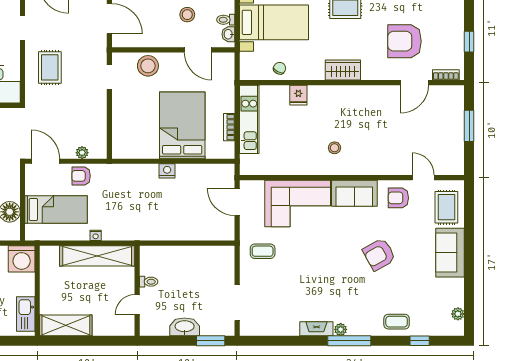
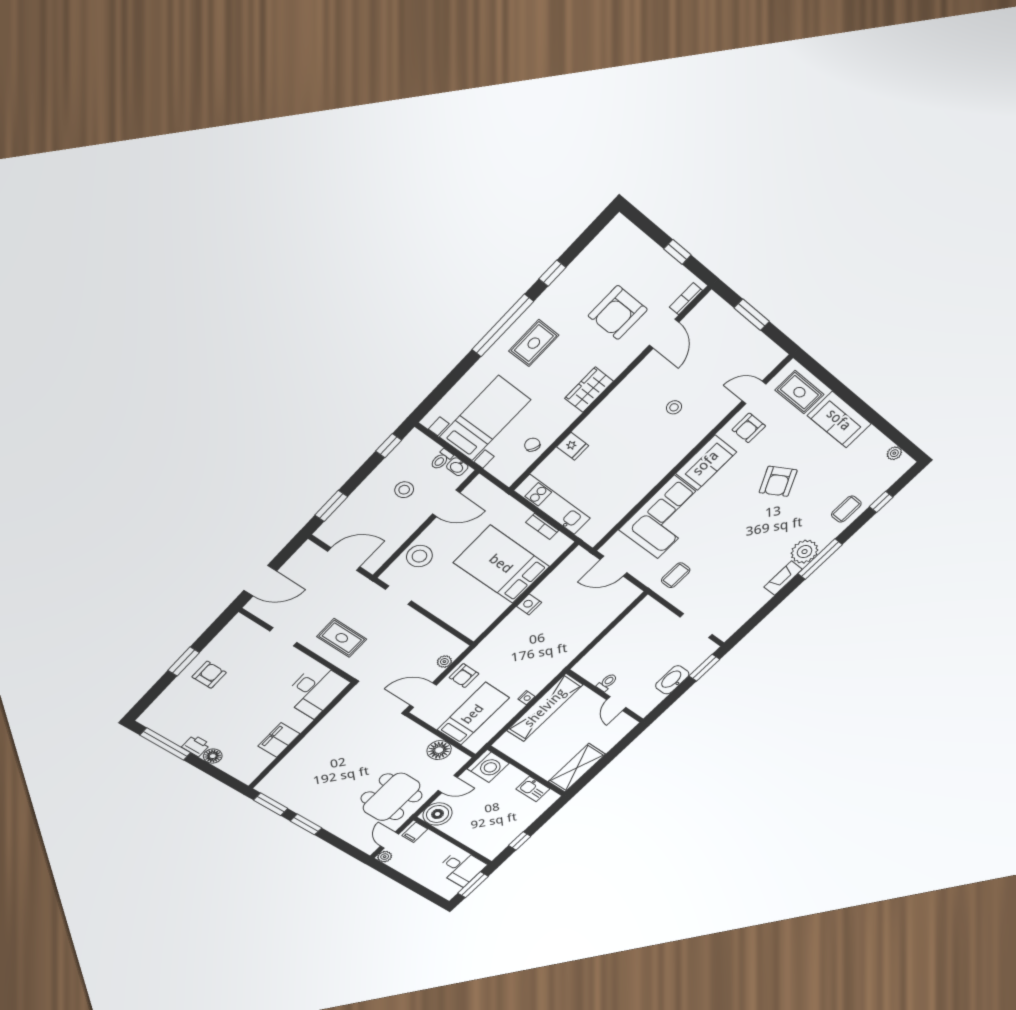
stool: (334, 148) -> (674, 407), moved
kitchen sink: (26, 314) -> (533, 789), width x0.73
plant: (341, 329) -> (805, 552), width x1.88, depth x1.88

